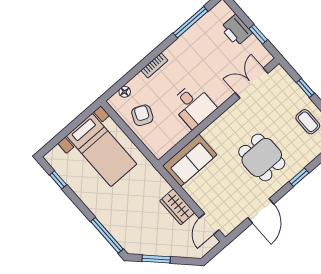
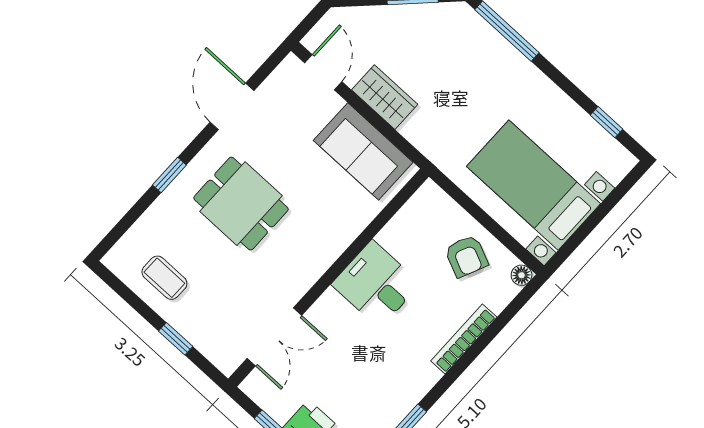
bookcase: (154, 65) -> (464, 339), width x1.56
floor lamp: (125, 92) -> (522, 275), moved
sofa: (190, 160) -> (363, 151), moved, turned -90

